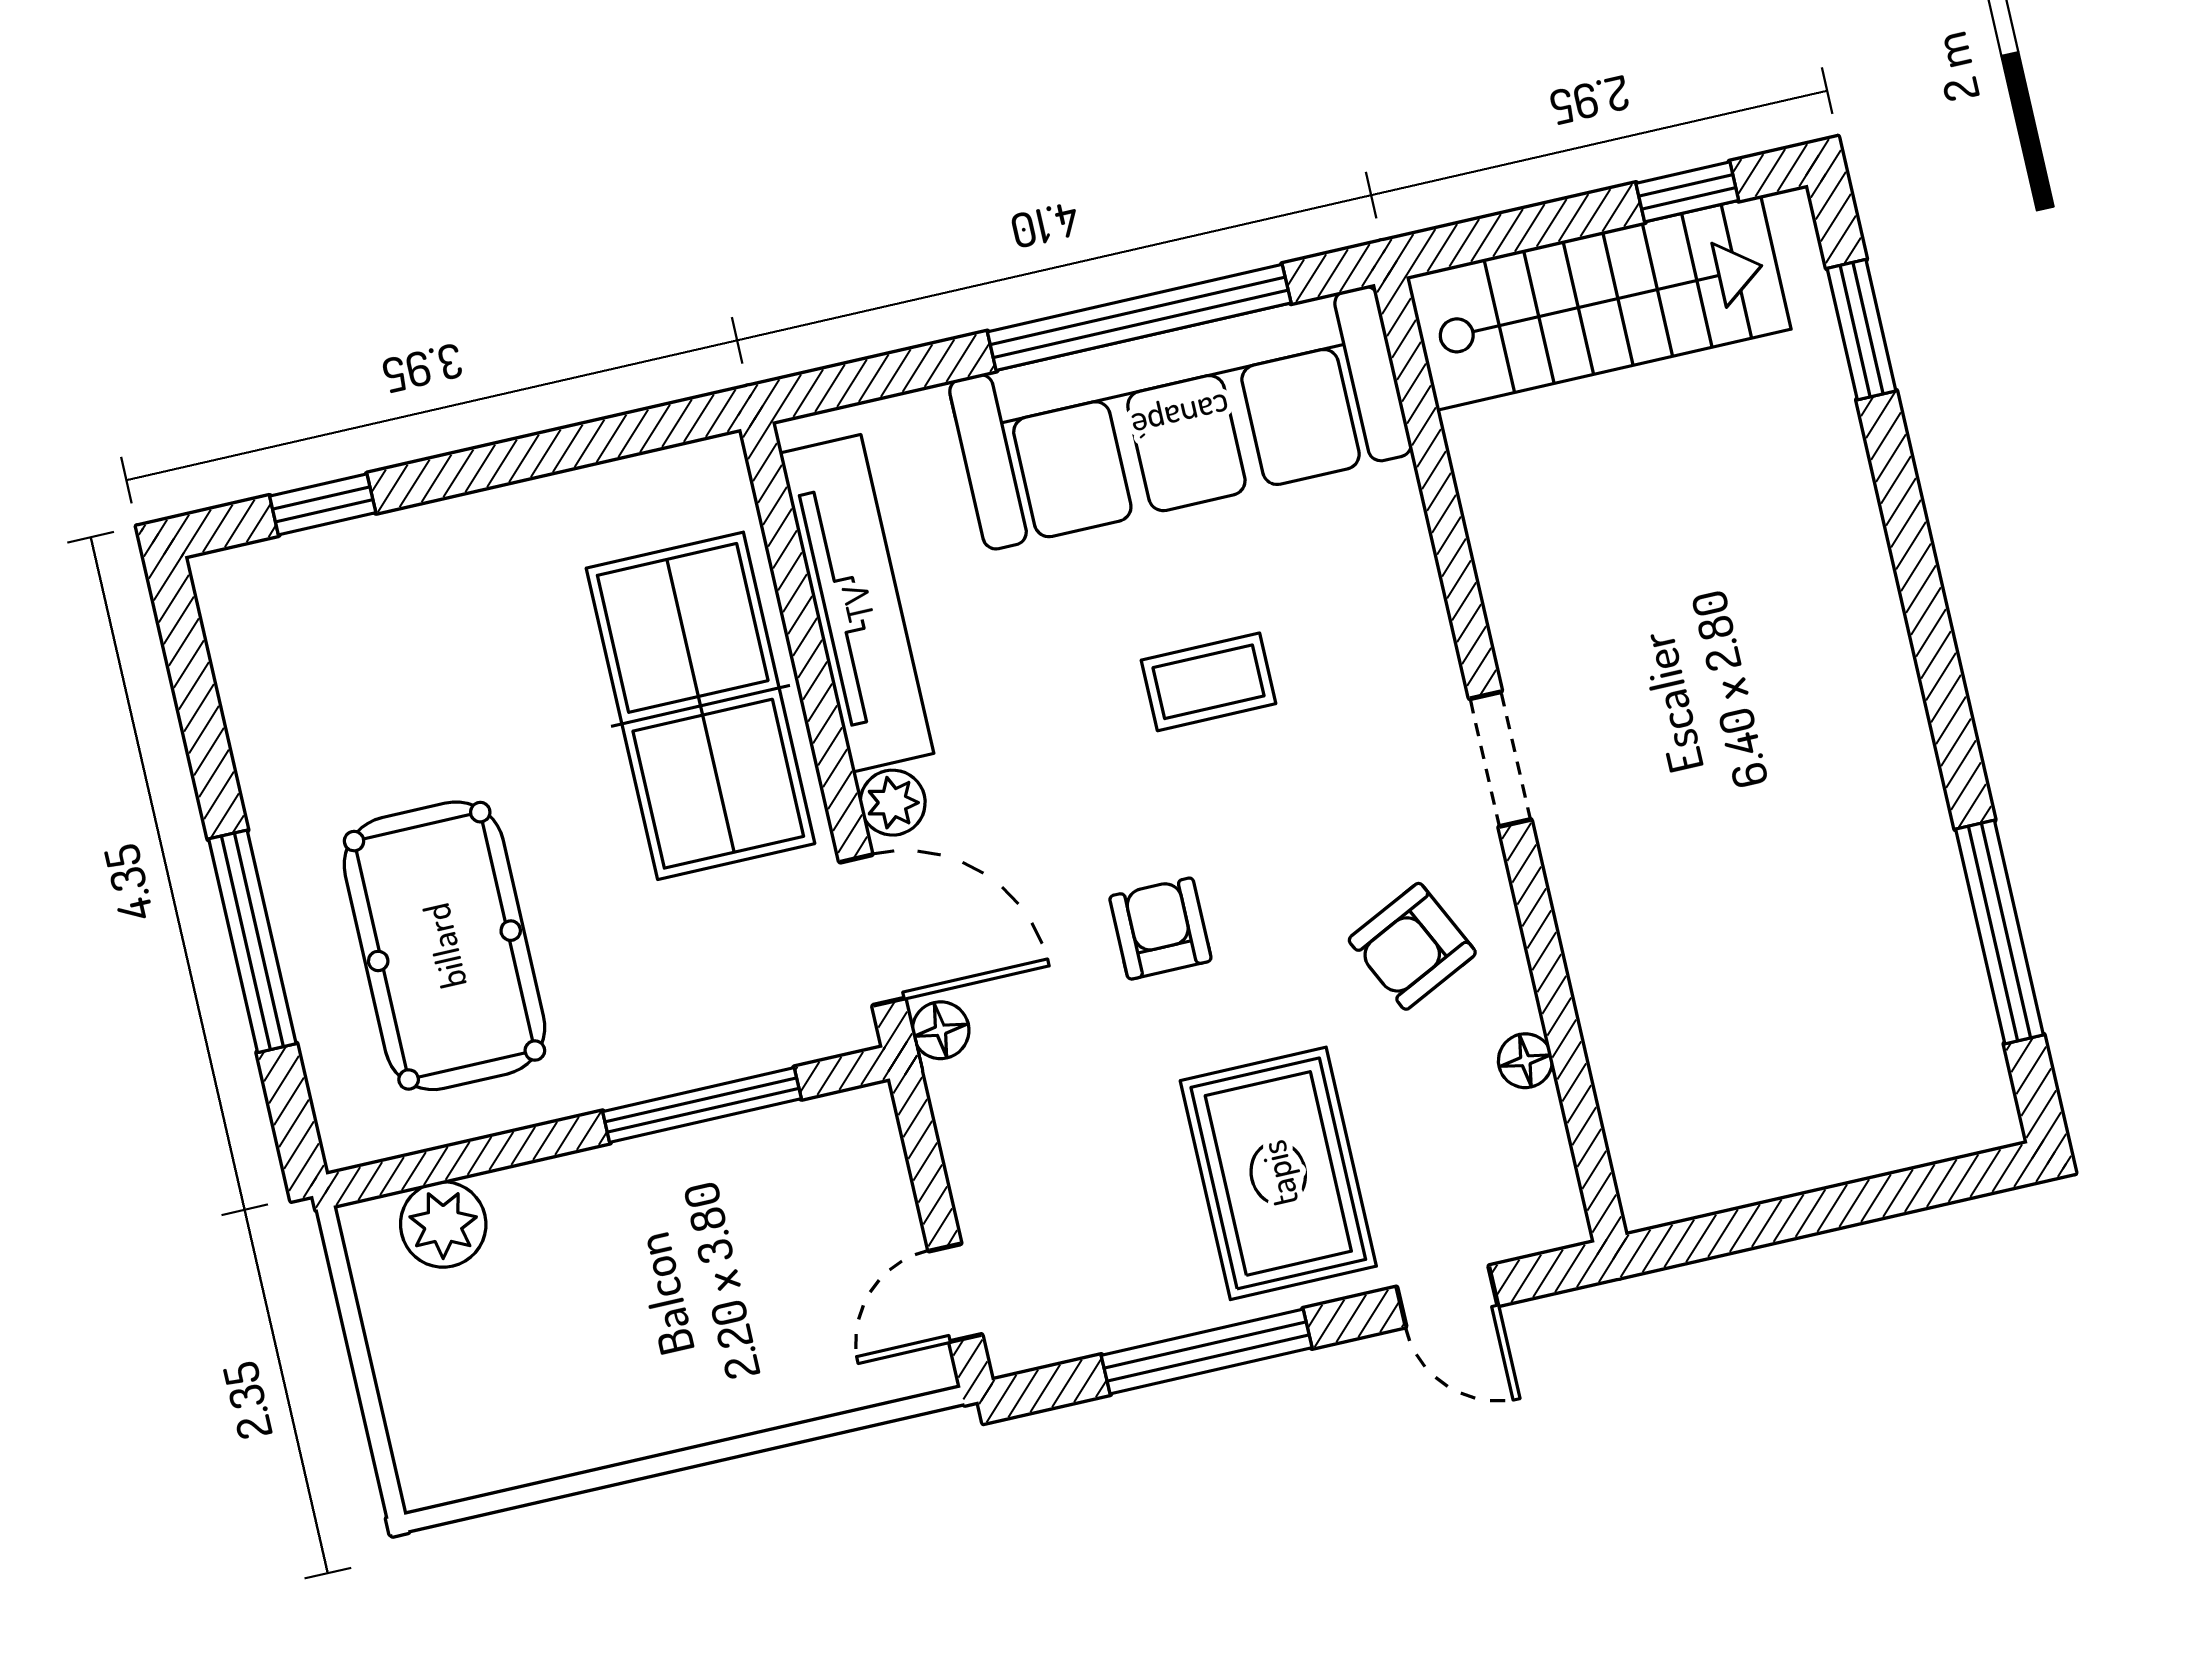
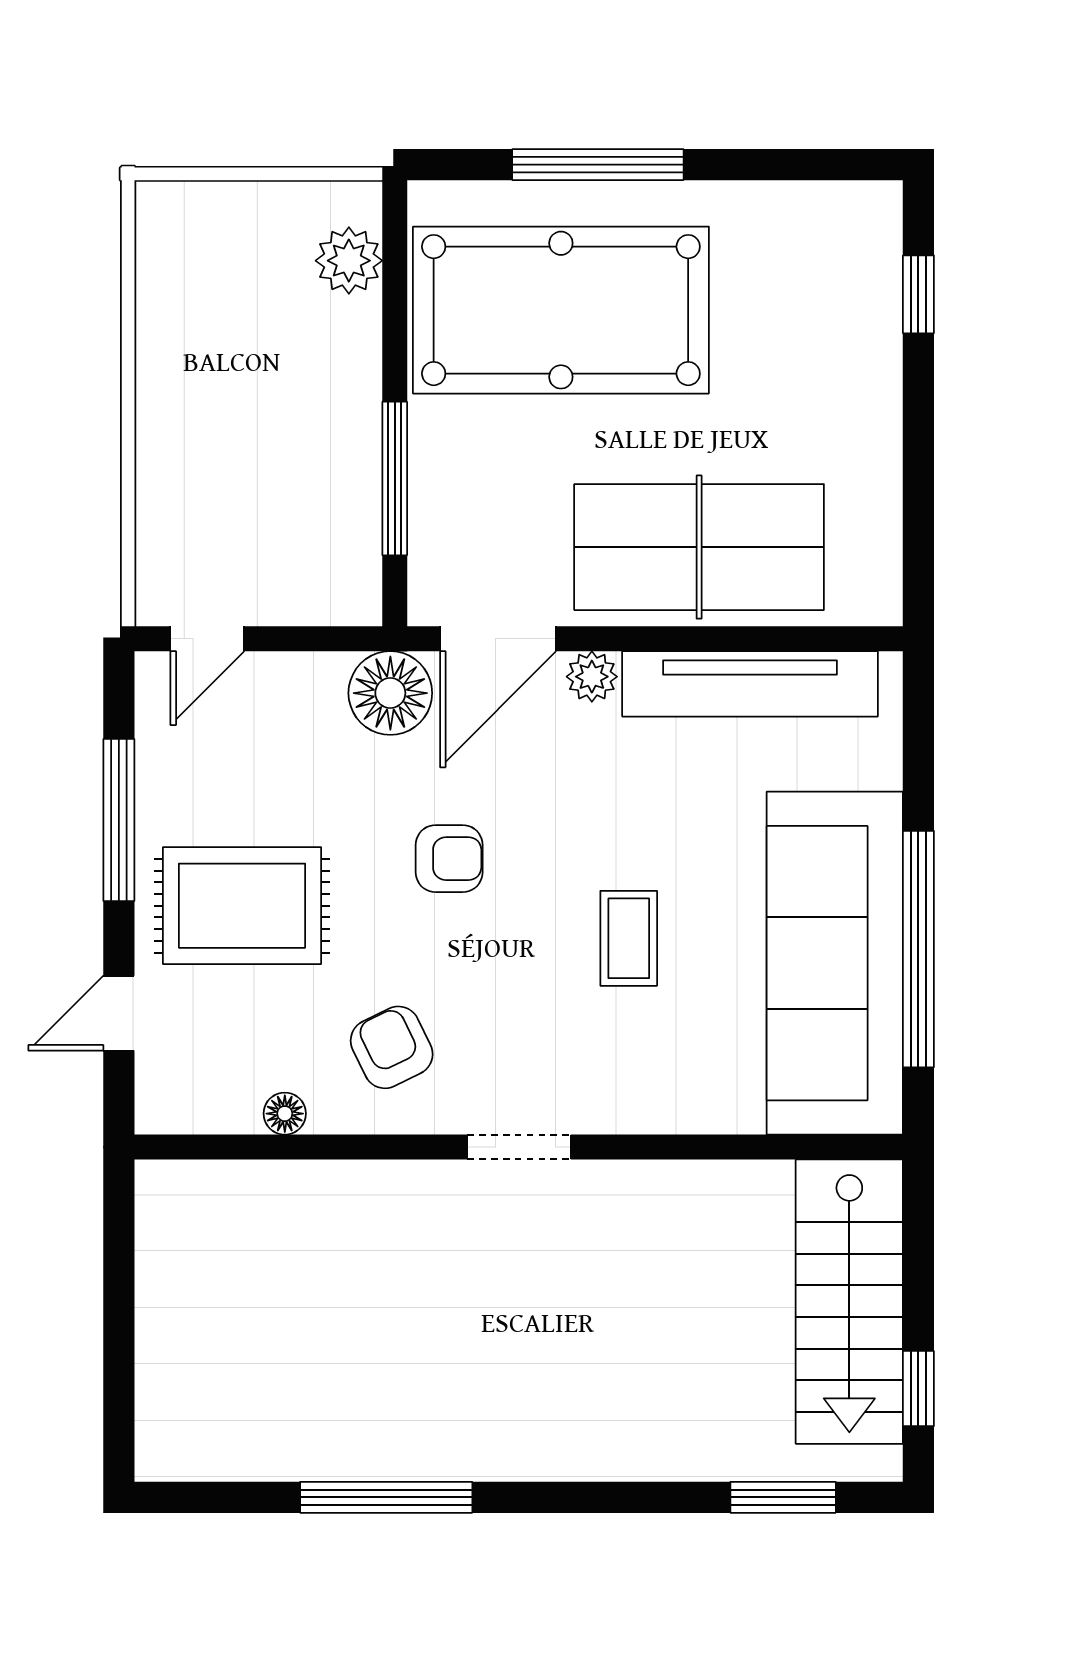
window: (2000, 932) -> (386, 1497), moved
pool table: (444, 946) -> (561, 310), width x1.36, depth x1.32
floor lamp: (941, 1030) -> (390, 693), width x1.89, depth x1.89
door: (955, 1293) -> (207, 639), swing flipped

